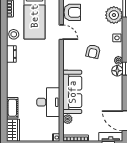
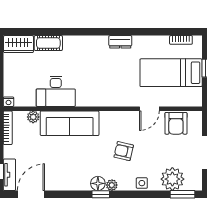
stool: (14, 34) -> (147, 45), removed

